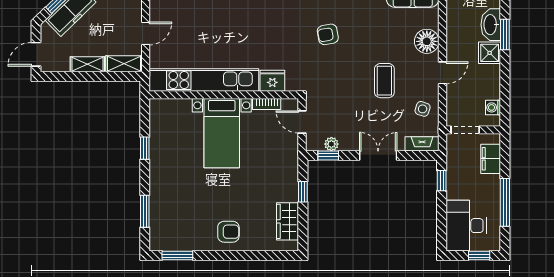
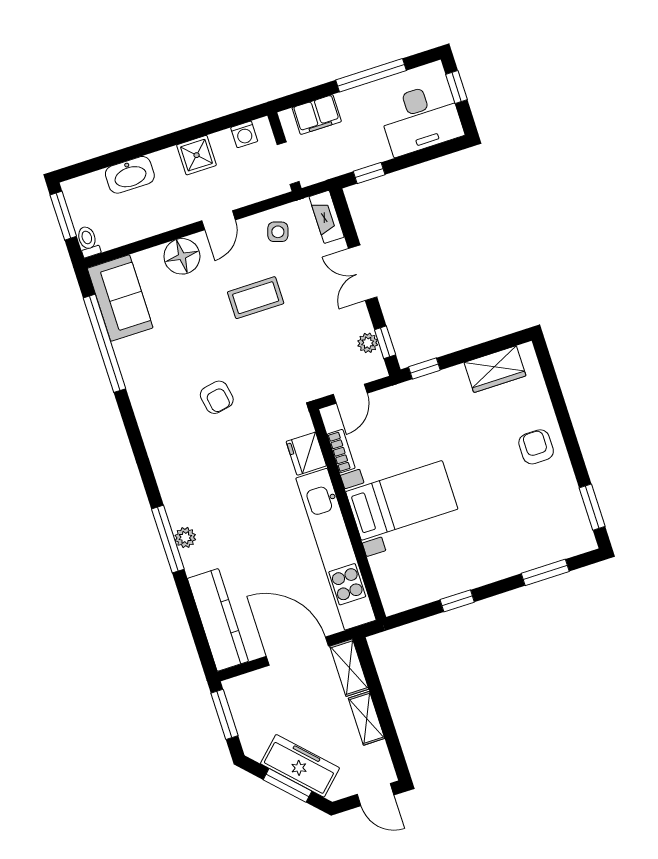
door: (146, 33) -> (297, 651), width x1.87
window: (505, 35) -> (137, 151), removed
shower: (490, 53) -> (197, 155), moved
door: (443, 73) -> (219, 220), swing flipped
window: (303, 192) -> (424, 368), moved

